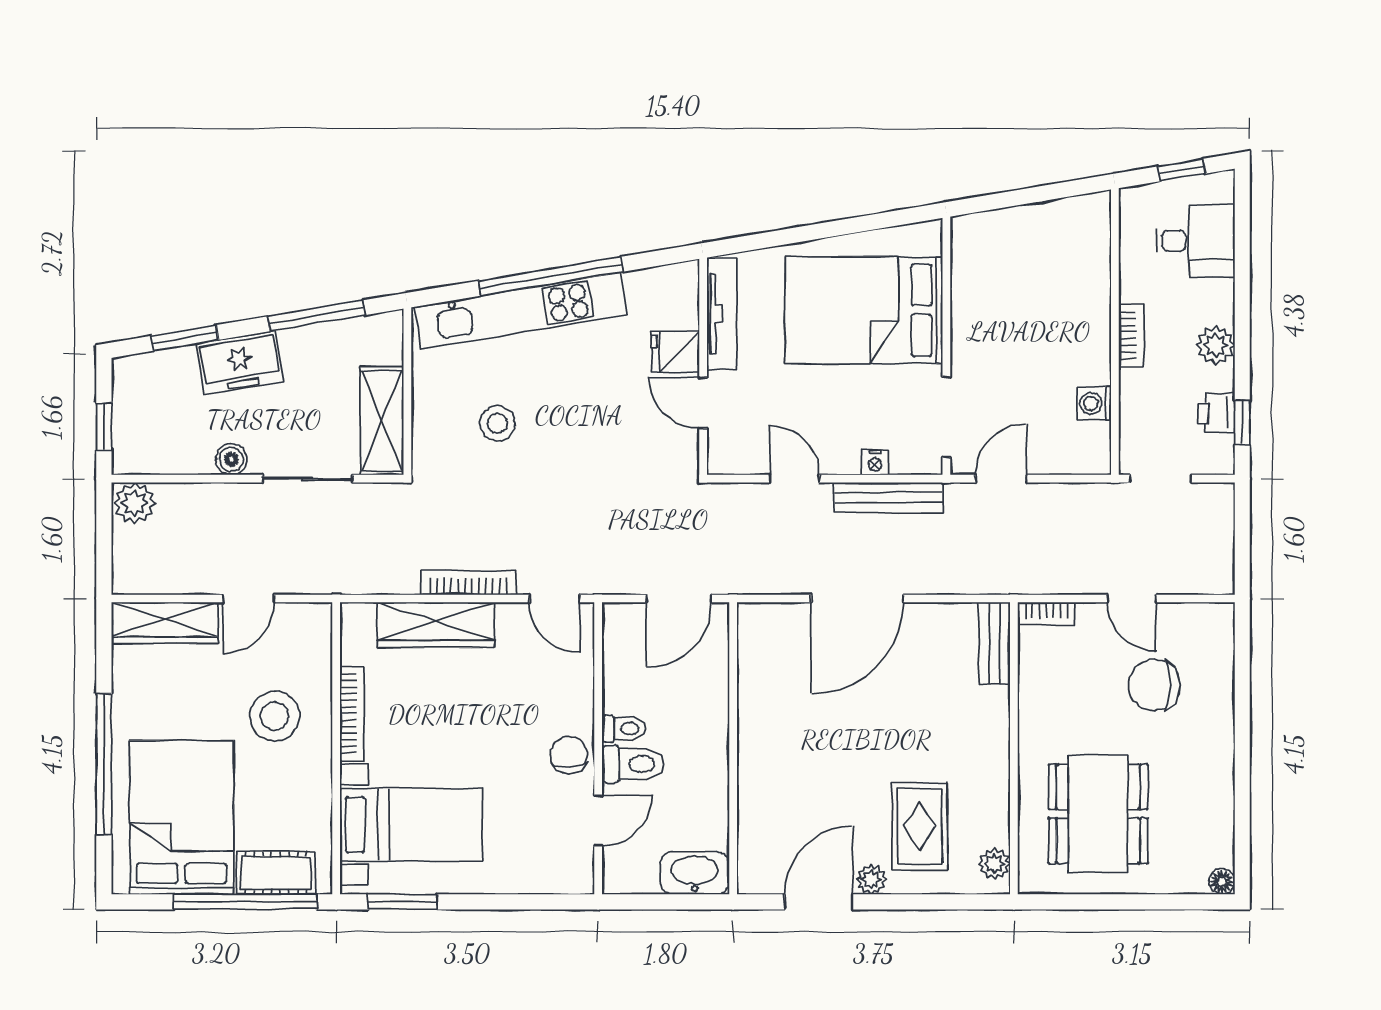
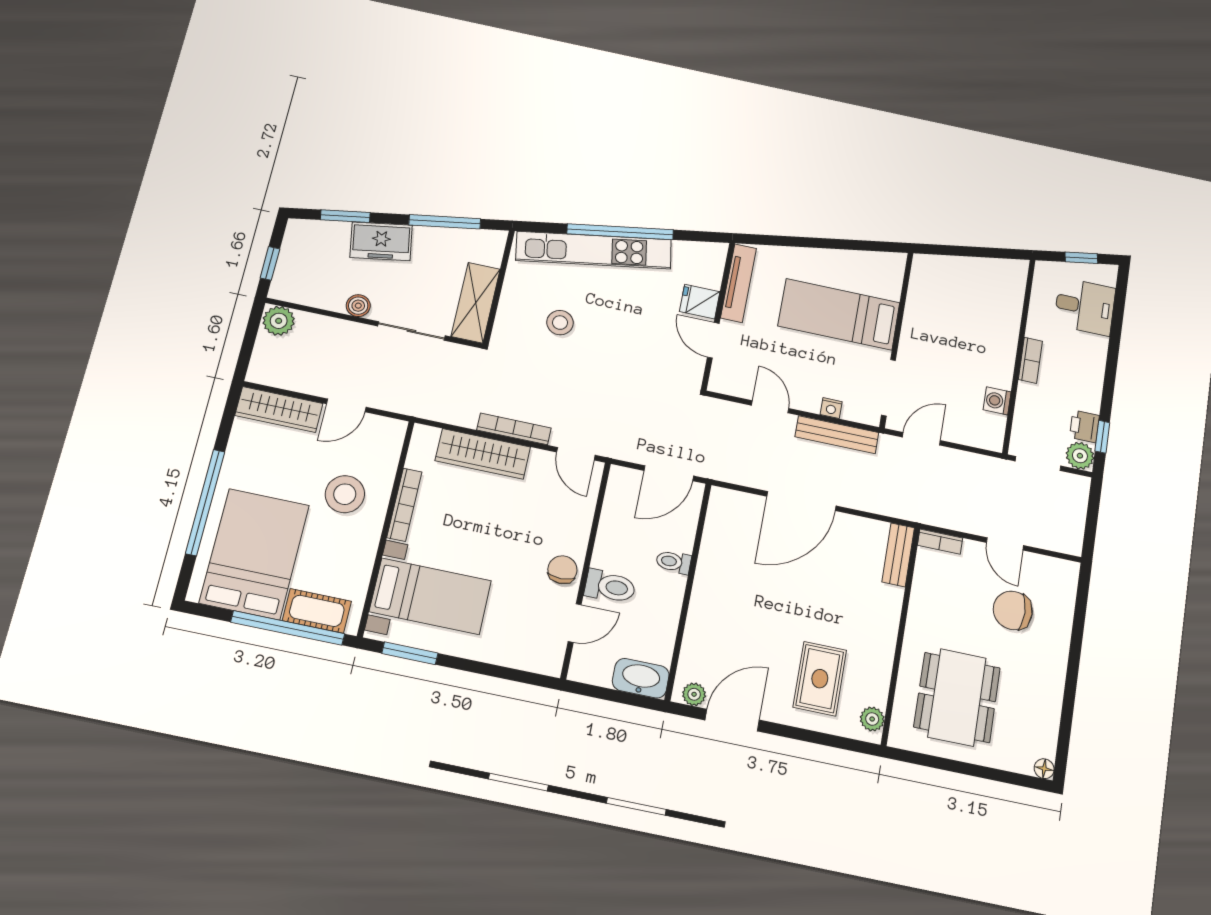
bed: (864, 310) -> (839, 314), width x0.67
plant: (1215, 345) -> (1080, 456), moved
toilet: (624, 729) -> (674, 562), moved, turned 180
plant: (871, 879) -> (694, 694), moved

